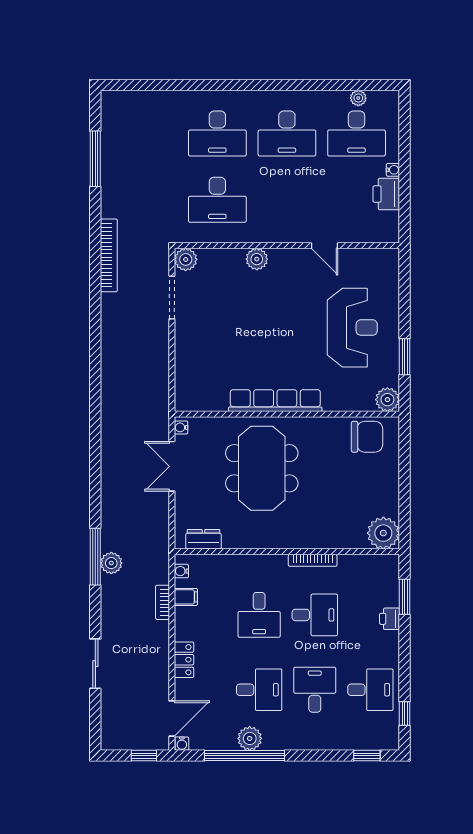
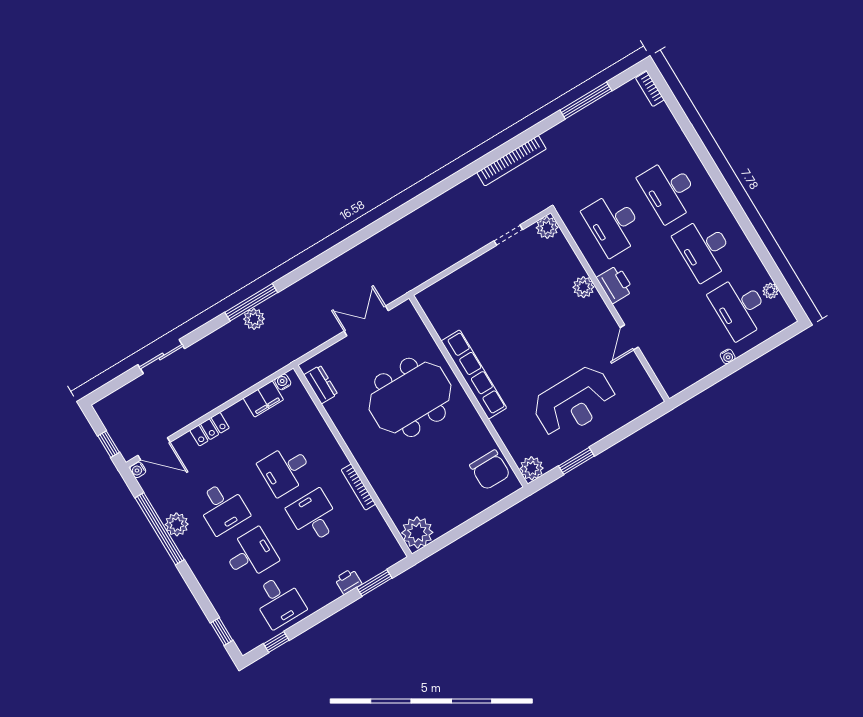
printer: (386, 194) -> (615, 284), moved, turned 90
doorway: (172, 297) -> (508, 235), width x0.73
water cooler: (181, 427) -> (403, 309), removed
filing cabinet: (186, 597) -> (263, 399), width x2.00
bookcase: (163, 602) -> (650, 89), moved, turned -90
desk: (315, 615) -> (314, 516), turned 180

